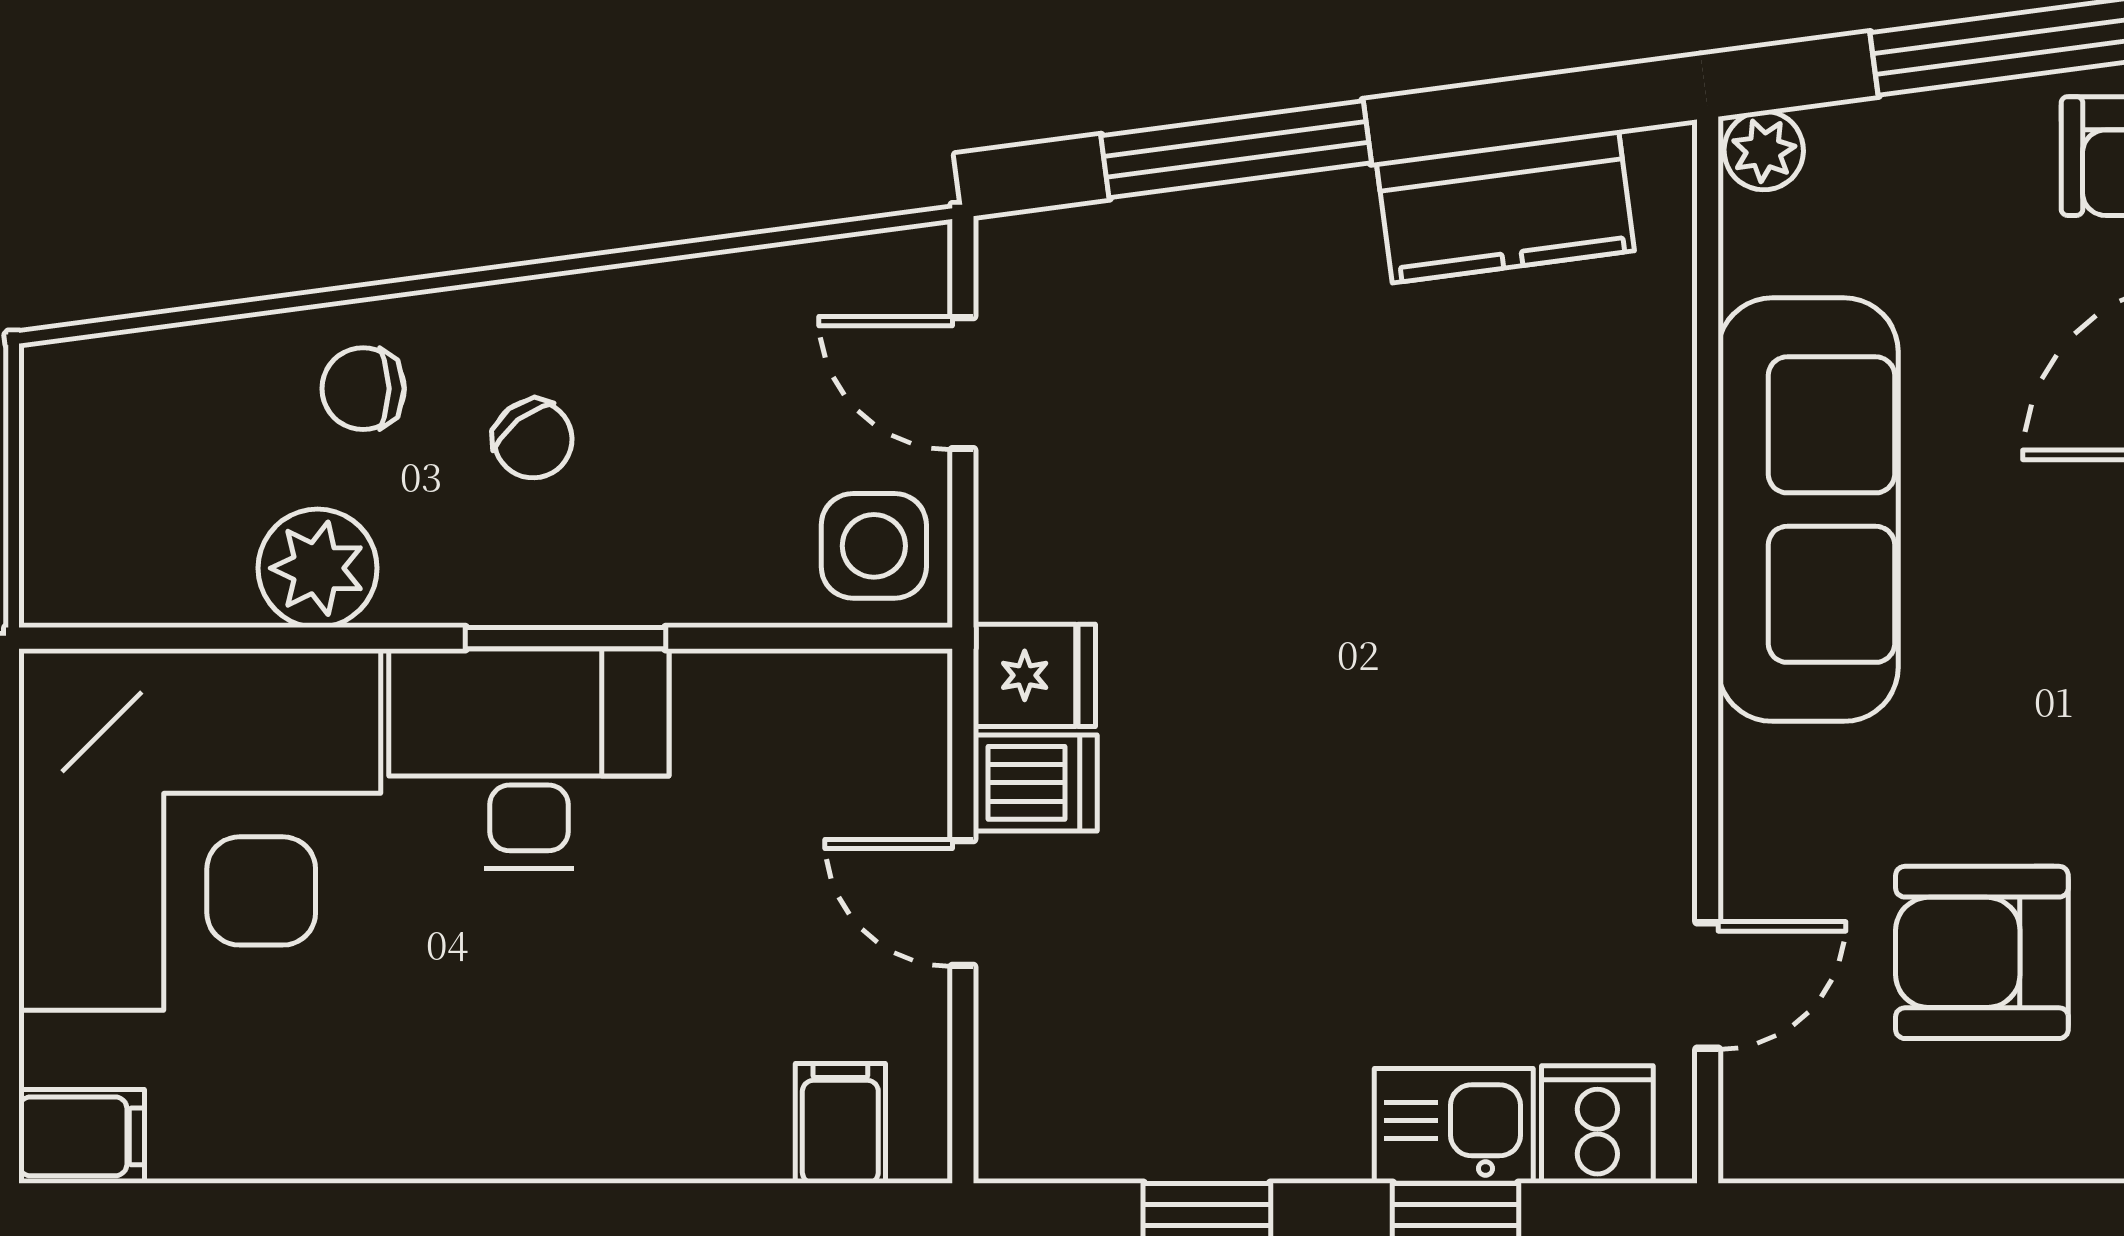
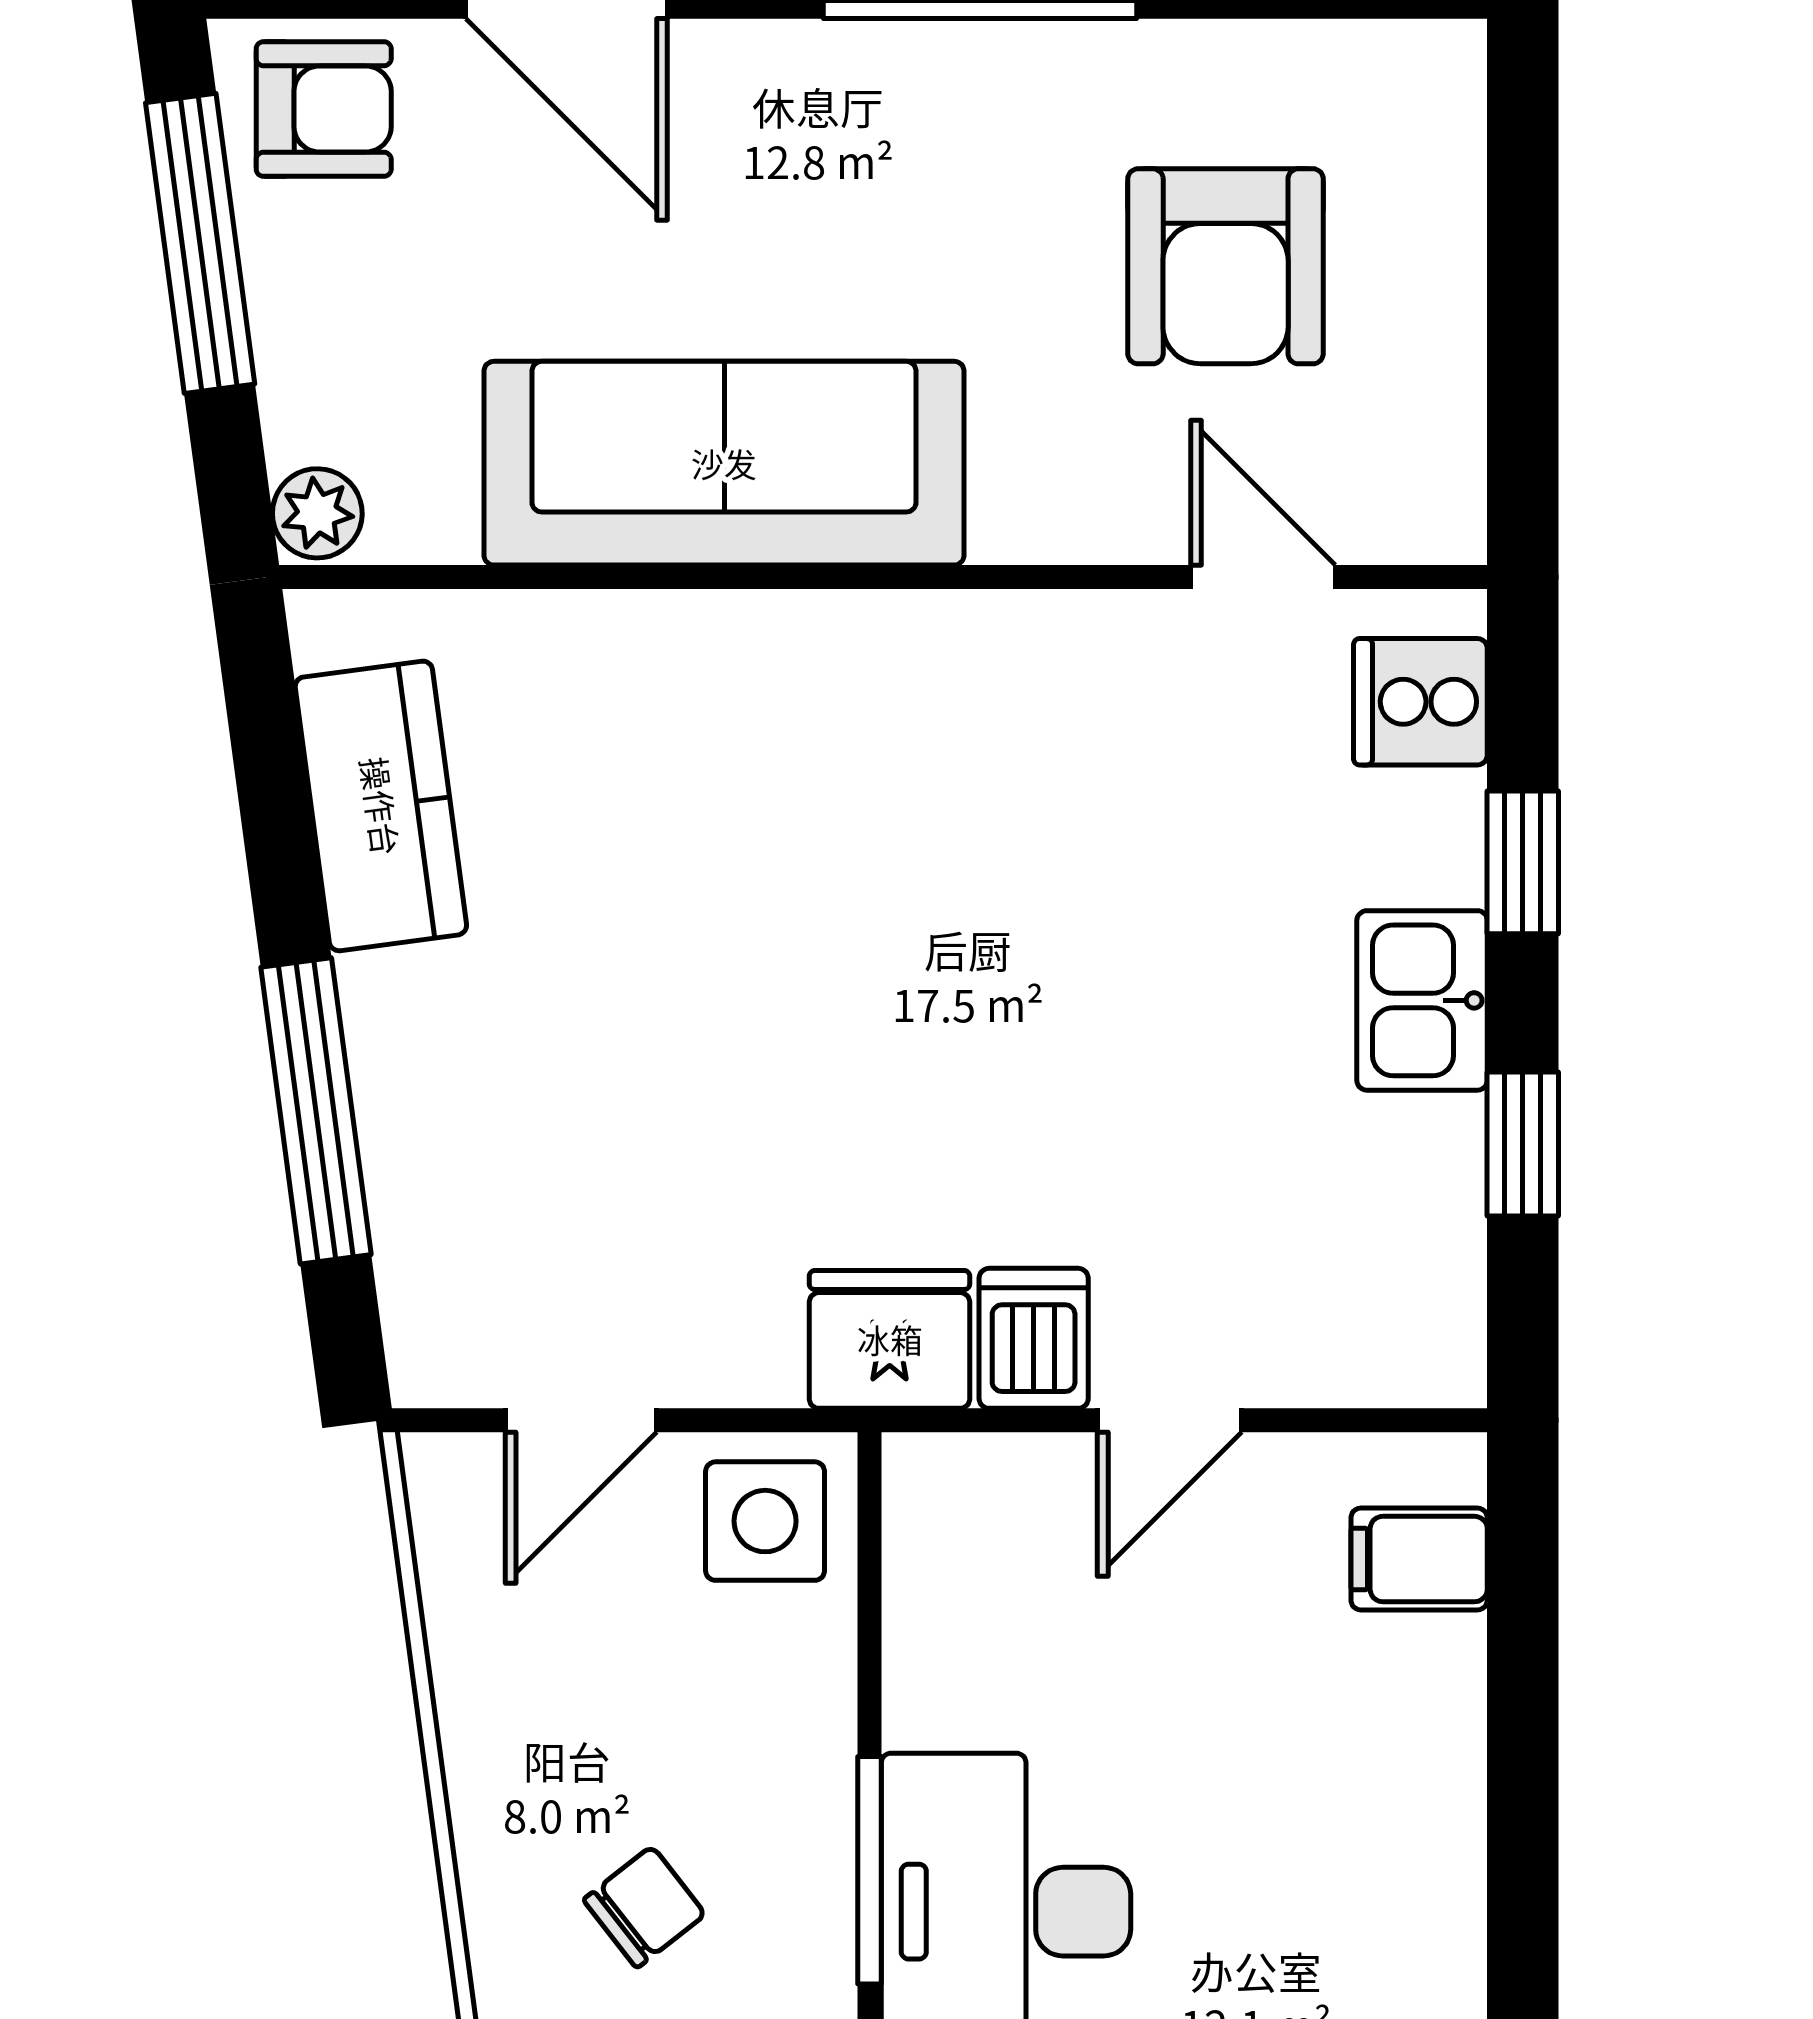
fridge: (1034, 675) -> (890, 1339), width x1.38
kitchen sink: (1454, 1126) -> (1422, 1000), moved

